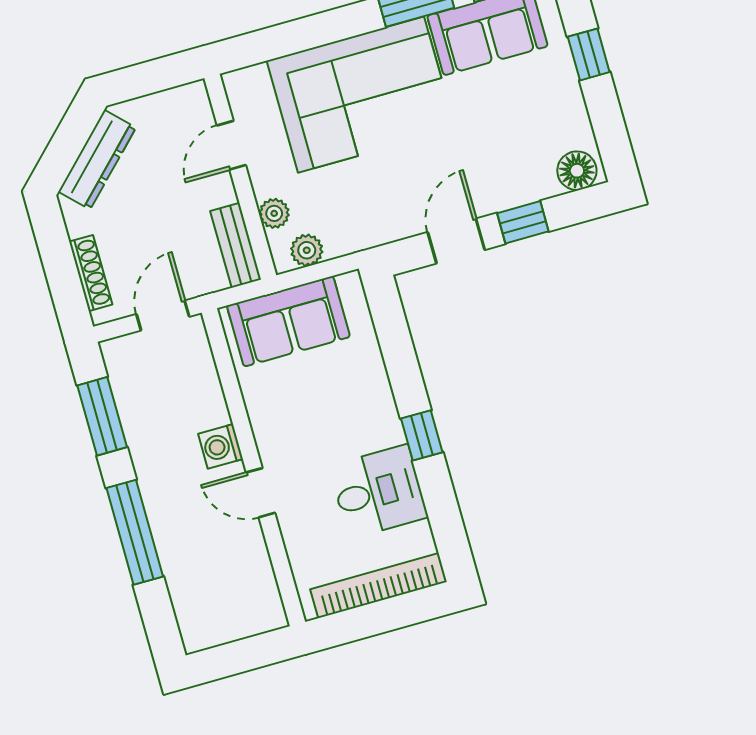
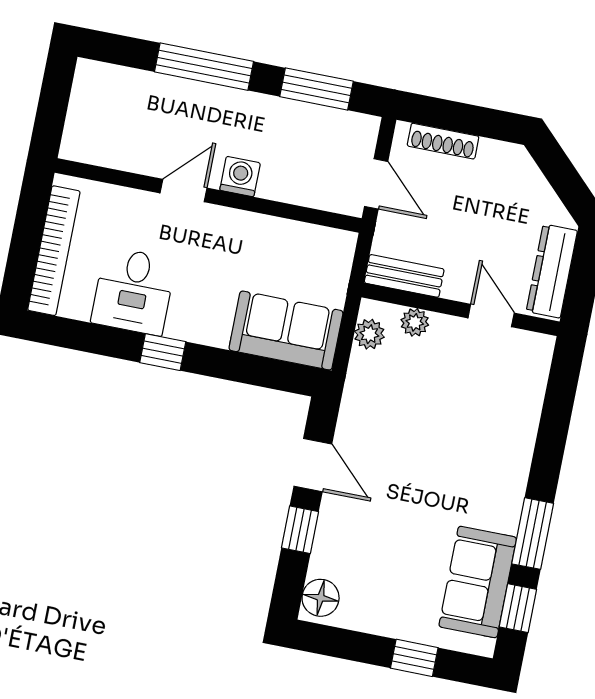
corner sofa: (361, 95) -> (478, 447), removed
dresser: (97, 160) -> (552, 271), moved, turned 45
sofa: (288, 321) -> (286, 331), moved, turned 90

